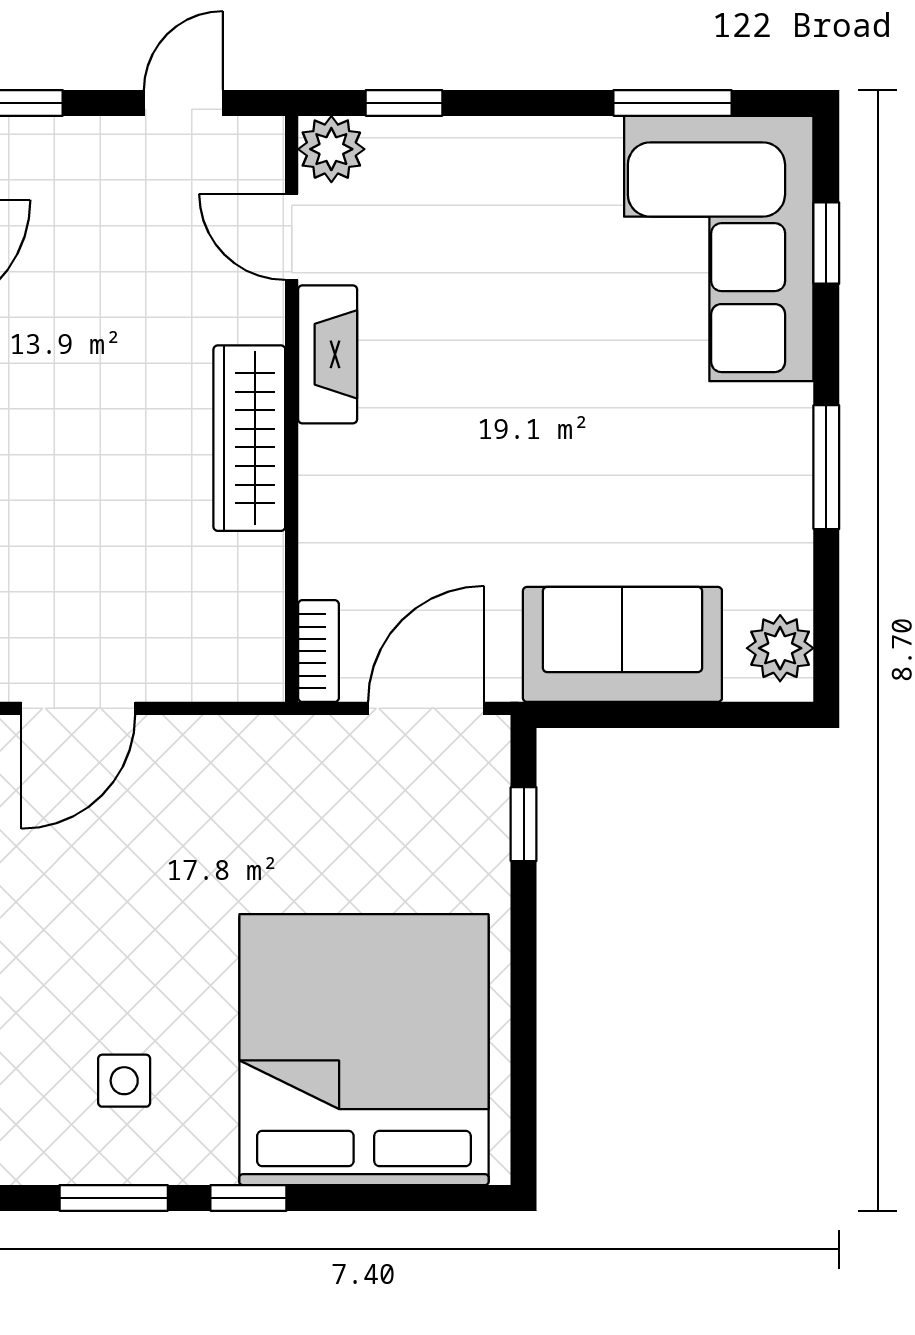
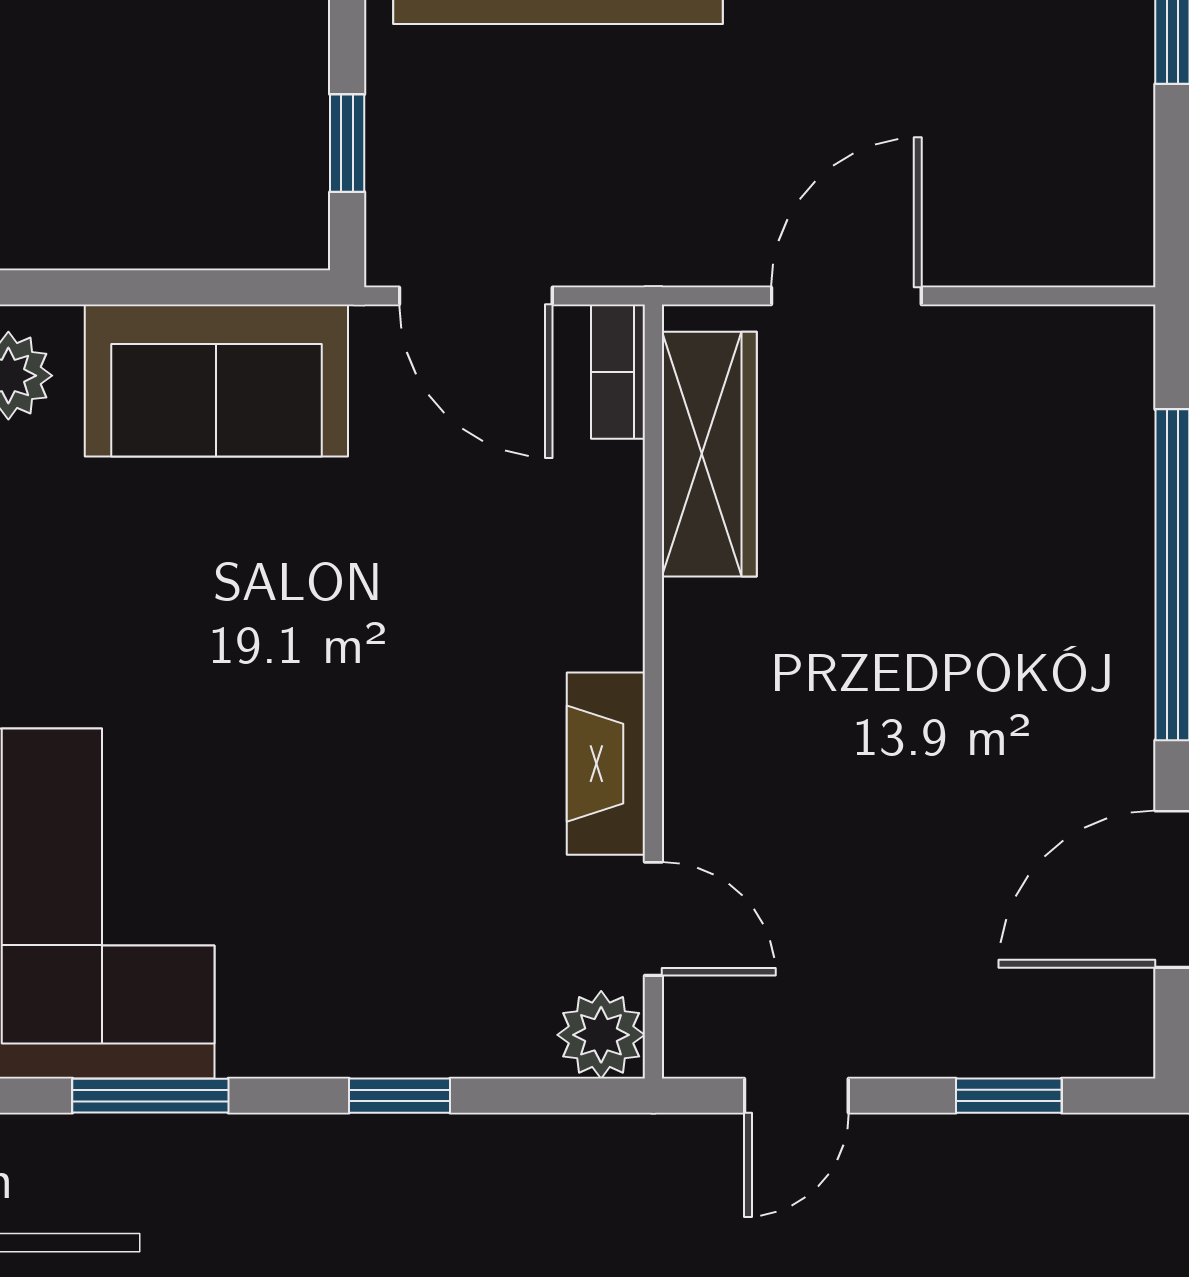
window: (404, 103) -> (400, 1096), moved
wardrobe: (249, 438) -> (709, 454), moved
door: (78, 708) -> (846, 296), moved
door: (426, 708) -> (476, 296), hinge flipped

